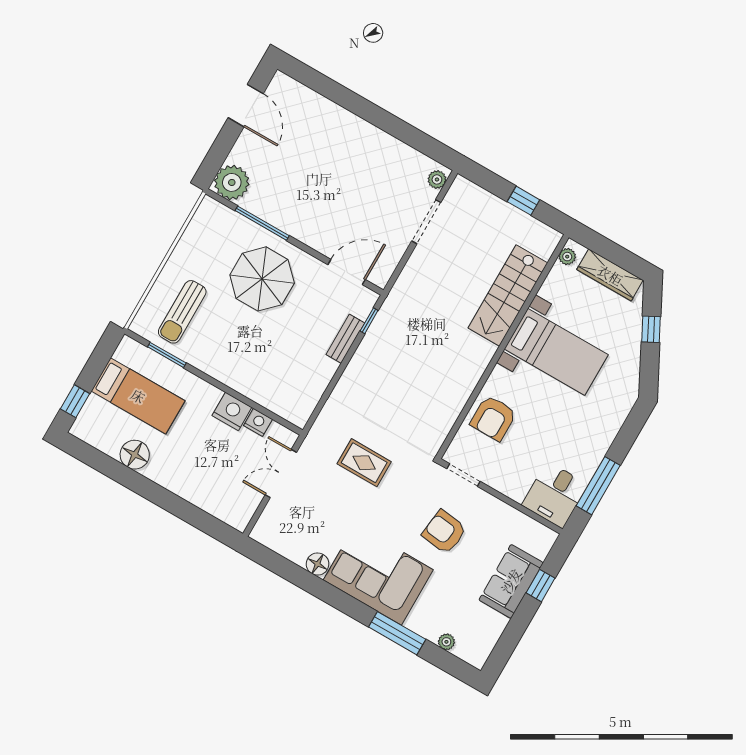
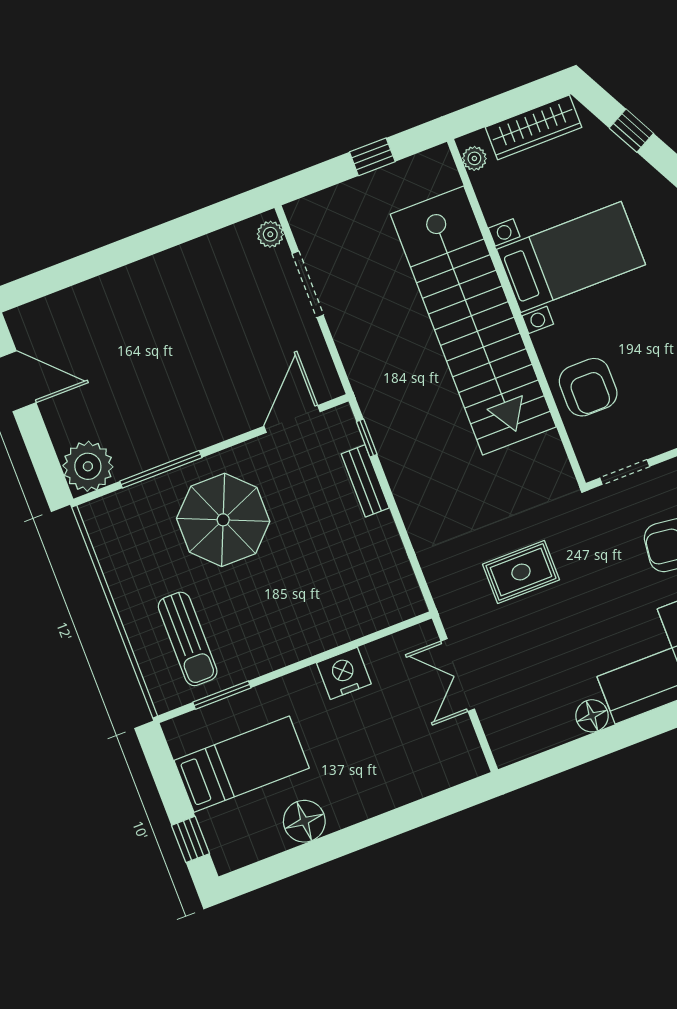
stairs: (508, 296) -> (473, 321), width x1.86, depth x1.51
nightstand: (258, 422) -> (380, 654), removed

